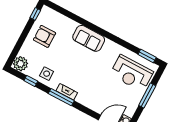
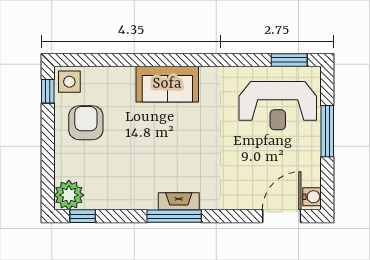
armchair: (45, 36) -> (86, 123), turned 90
side table: (47, 74) -> (69, 82), moved
window: (31, 81) -> (83, 216), moved

